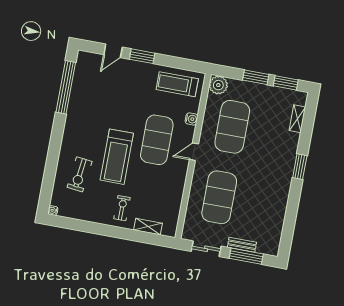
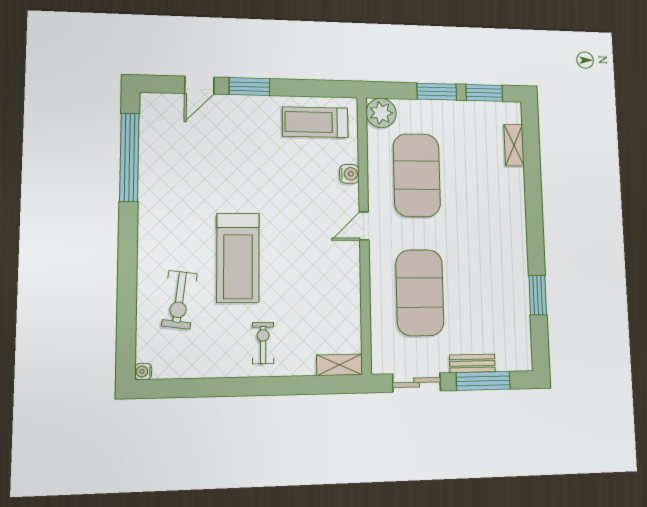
exercise mat: (157, 140) -> (300, 218), removed
window: (300, 167) -> (538, 295), moved
shelving: (148, 227) -> (340, 365), moved

